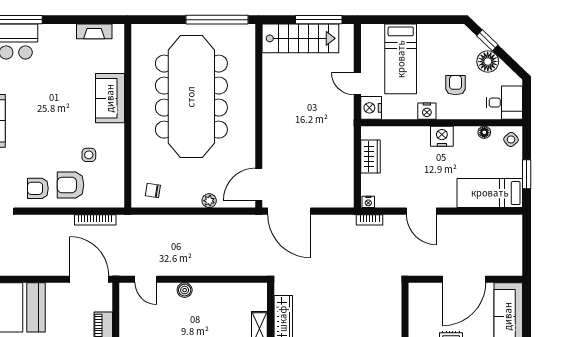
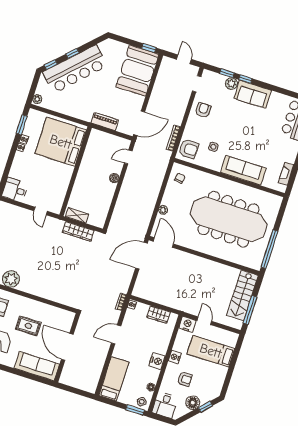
door: (357, 84) -> (204, 321), hinge flipped
sofa: (110, 98) -> (243, 170), width x1.36
window: (527, 174) -> (135, 410), moved
armchair: (71, 185) -> (189, 149), moved, turned 90

